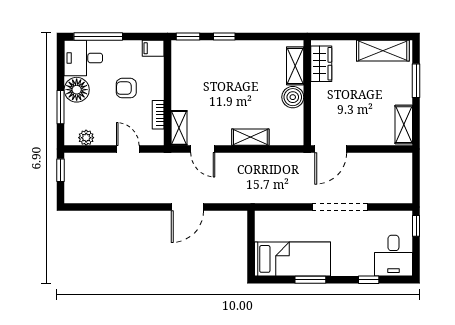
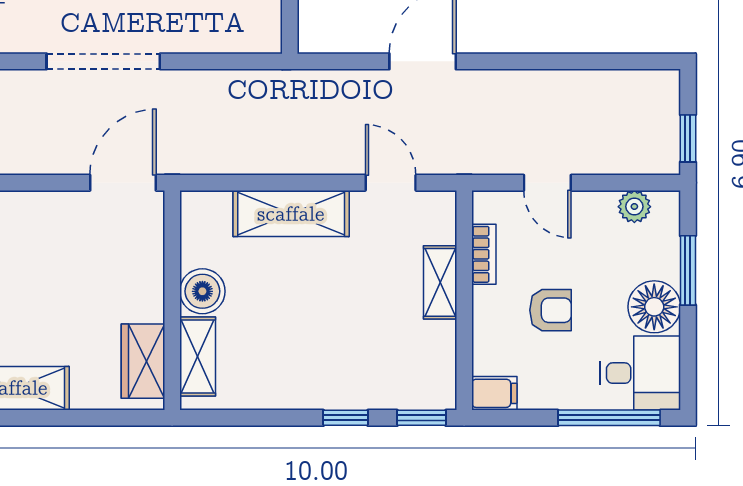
shelving: (179, 128) -> (440, 282), moved
shelving: (250, 137) -> (291, 214), width x1.50, depth x1.33

